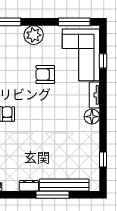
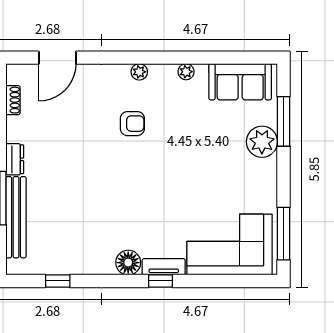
plant: (34, 35) -> (262, 142), moved
window: (103, 61) -> (160, 281), moved
armchair: (45, 75) -> (197, 186), removed

